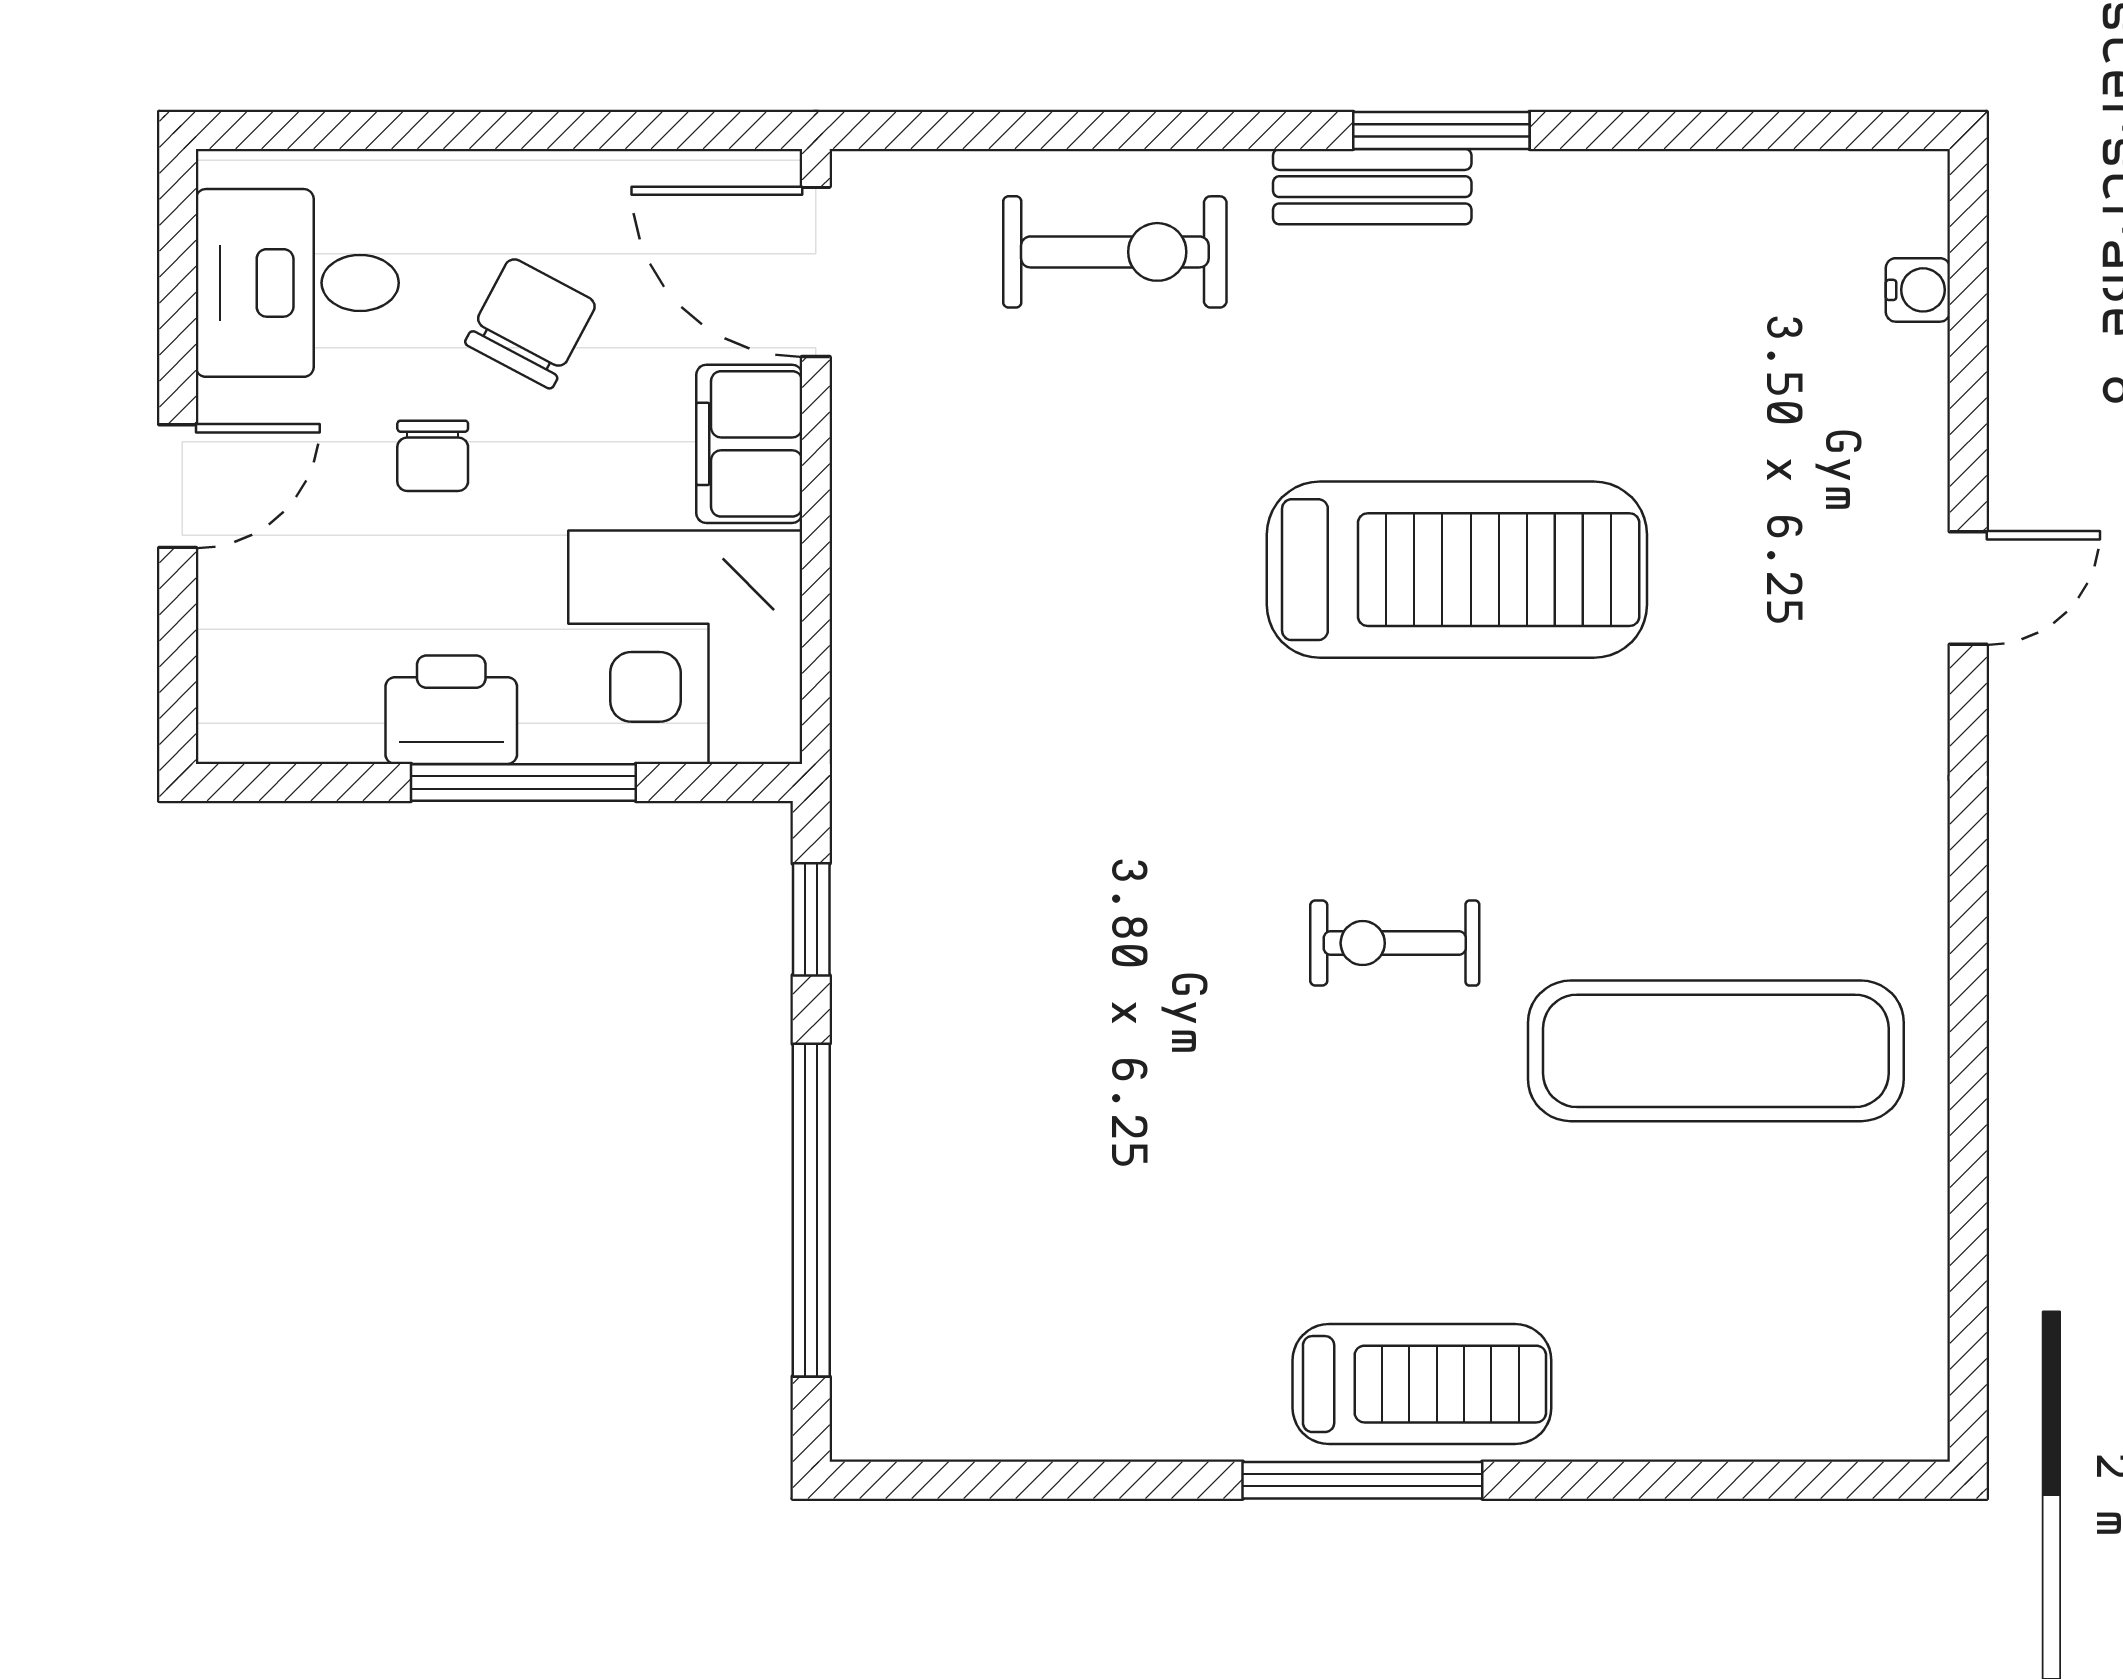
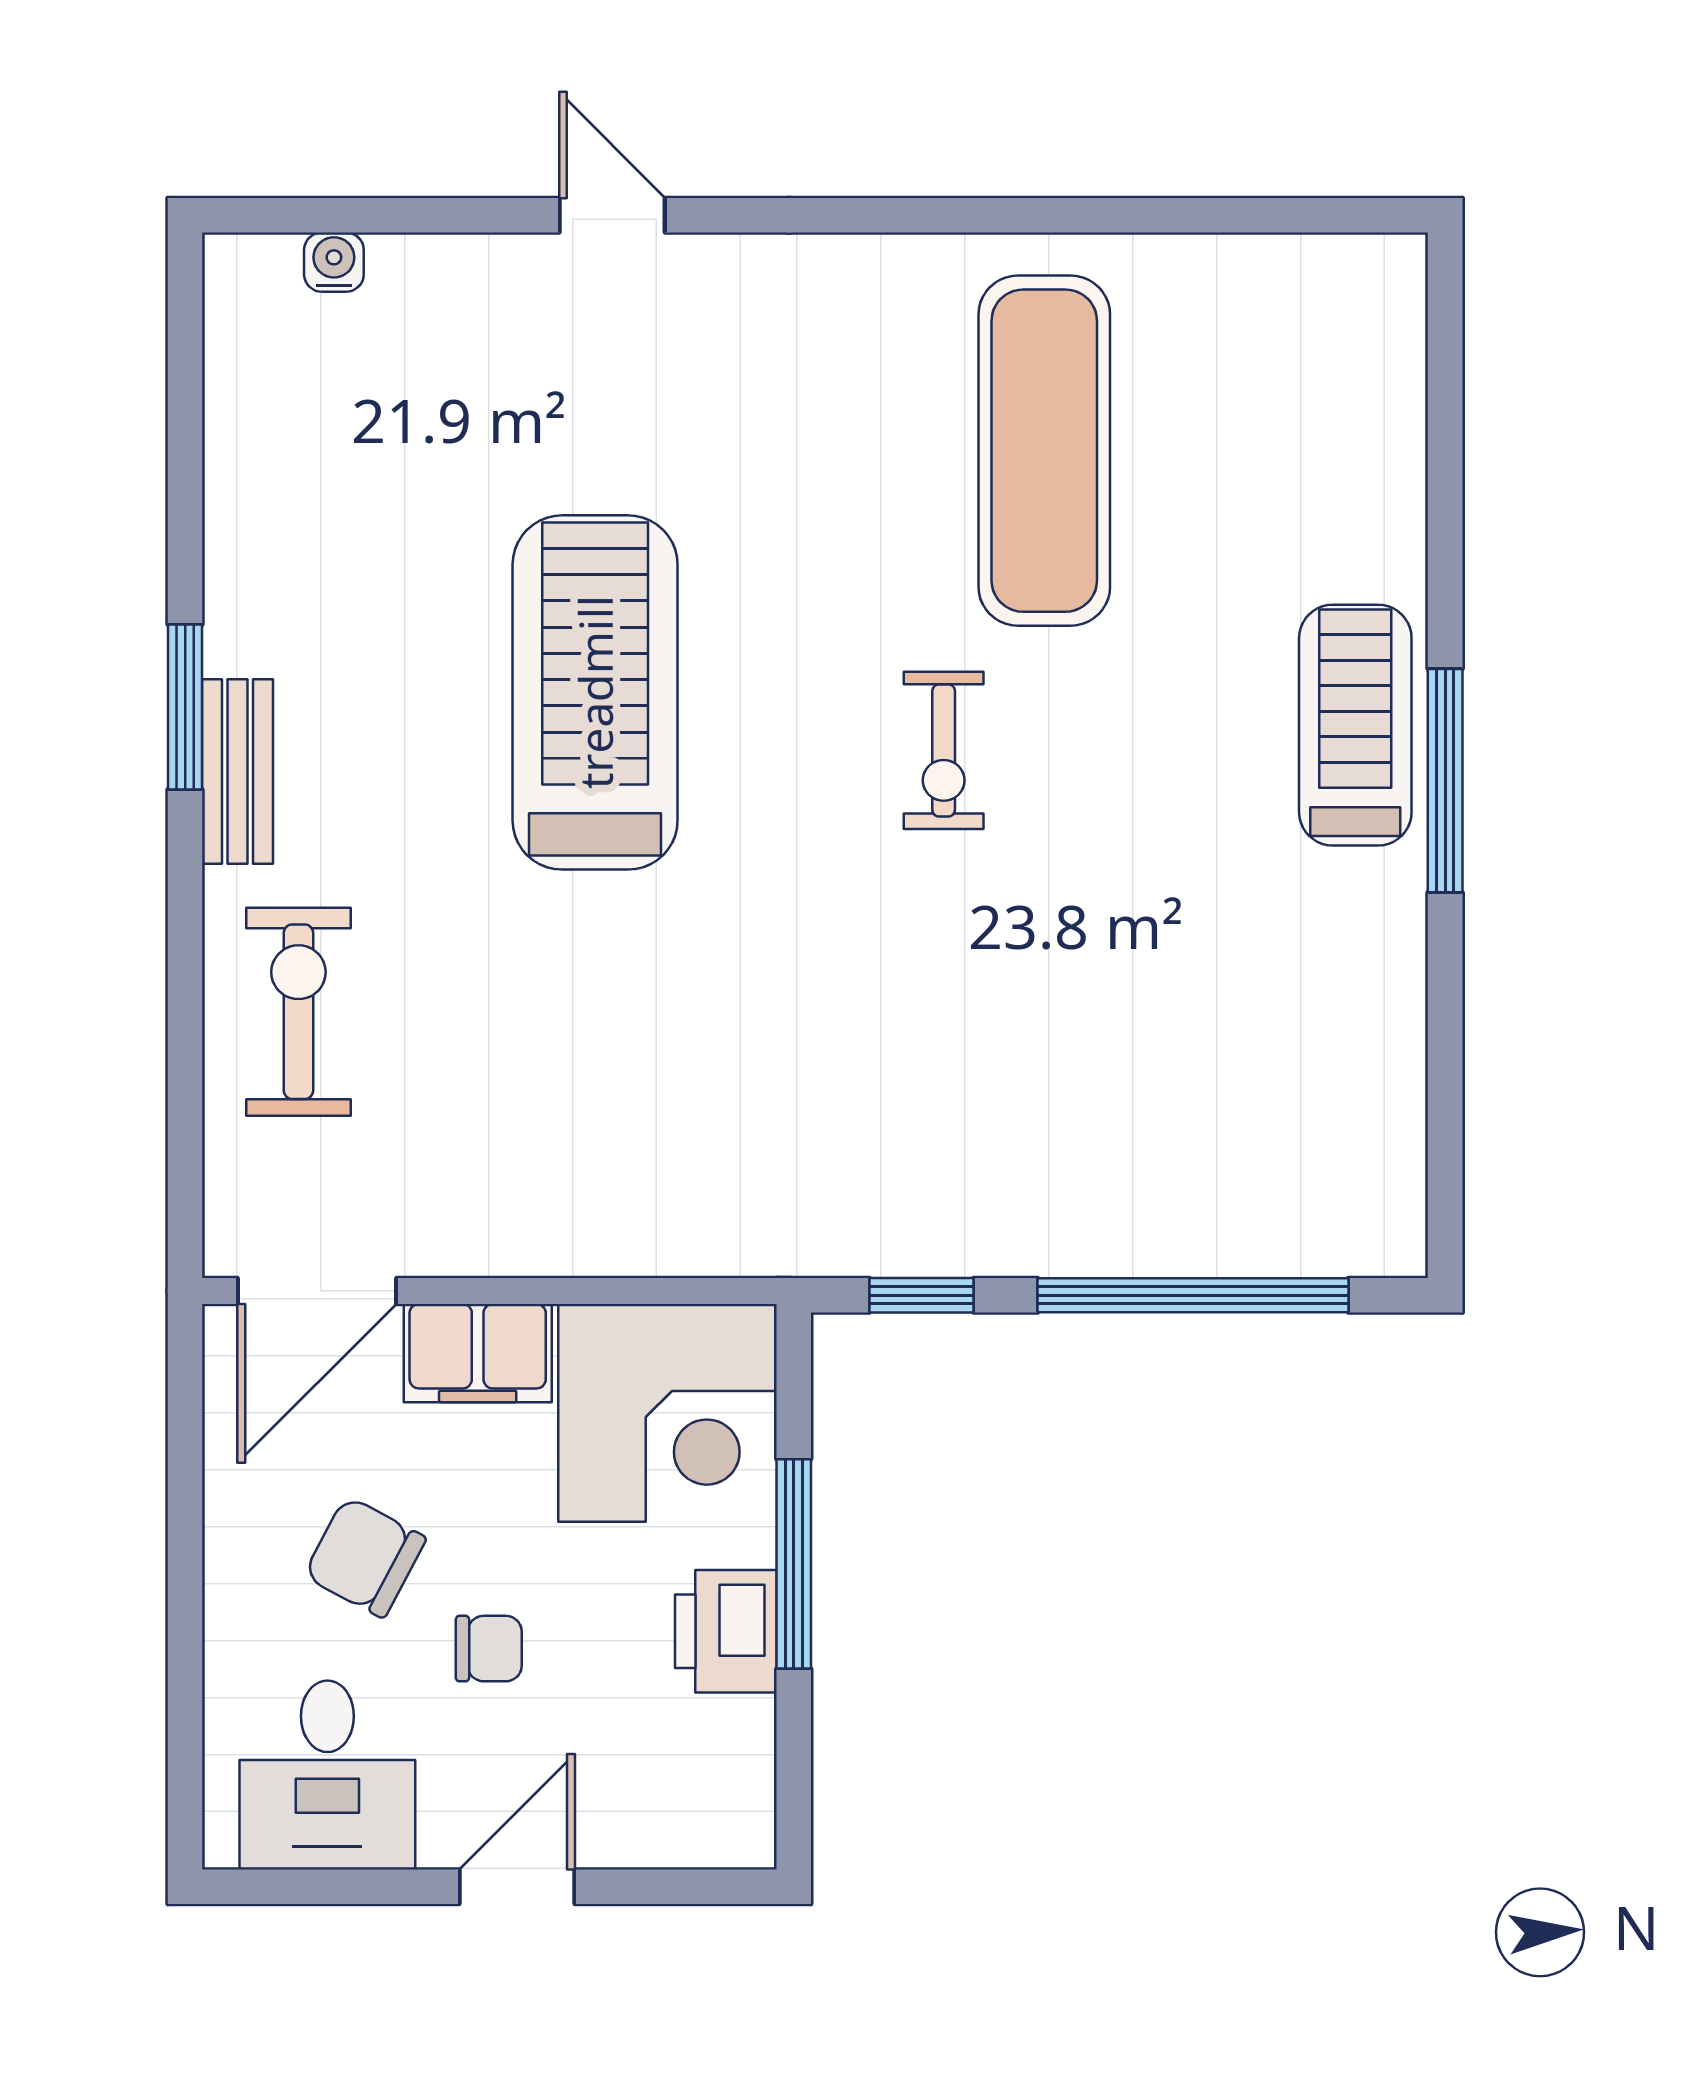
door: (178, 486) -> (517, 1887), hinge flipped

